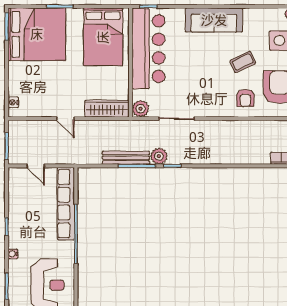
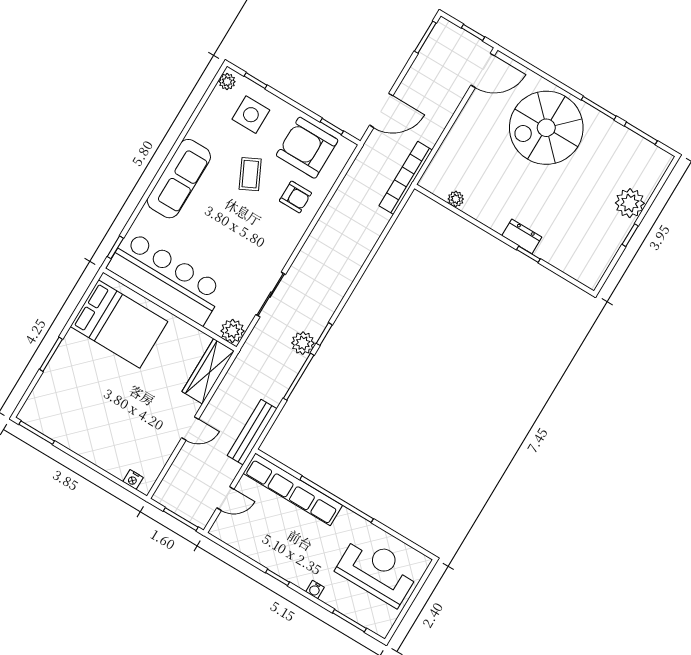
bed: (37, 34) -> (68, 402), removed
bench: (126, 158) -> (252, 432), moved

